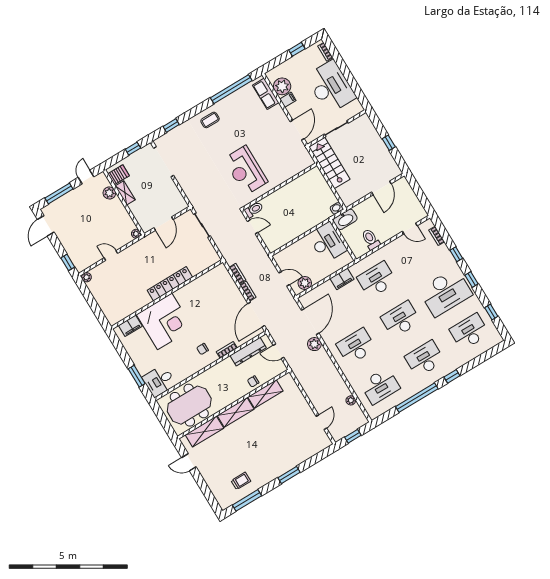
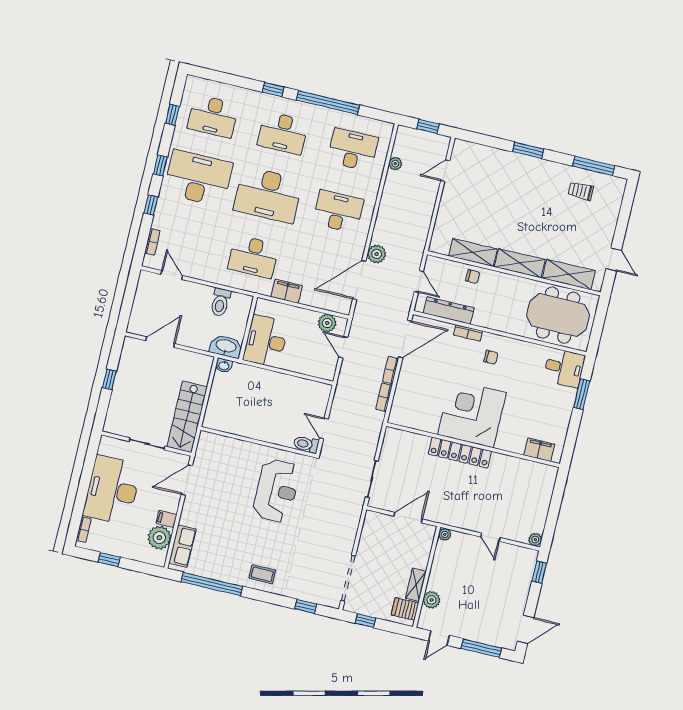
desk: (401, 319) -> (268, 195), width x1.36, depth x1.30
corner desk: (165, 321) -> (472, 414), moved
desk: (356, 346) -> (338, 211), turned 180

